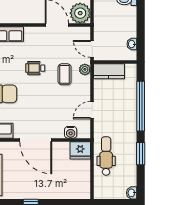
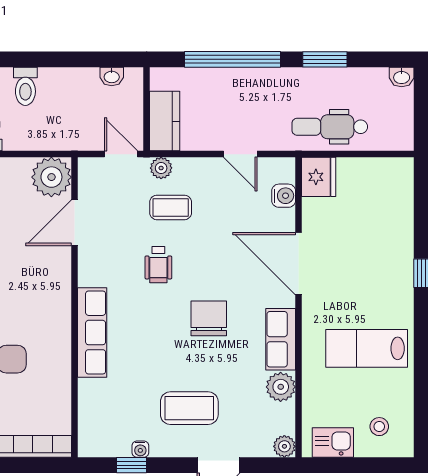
door: (92, 49) -> (121, 154), swing flipped
door: (36, 140) -> (298, 264), swing flipped

